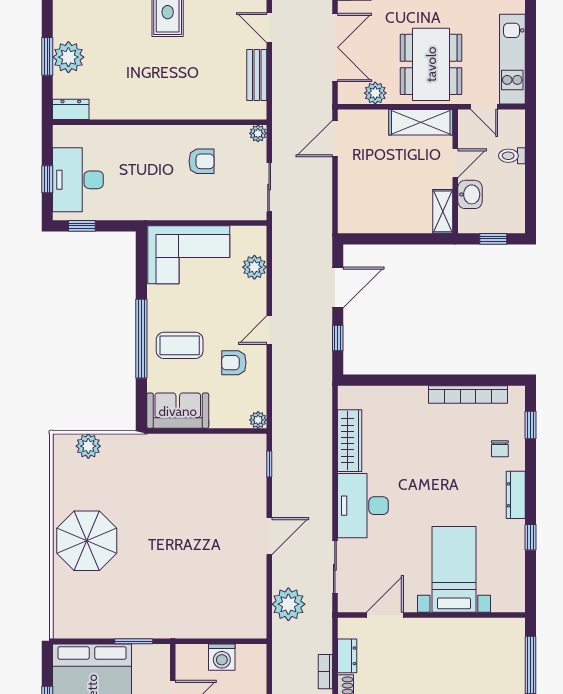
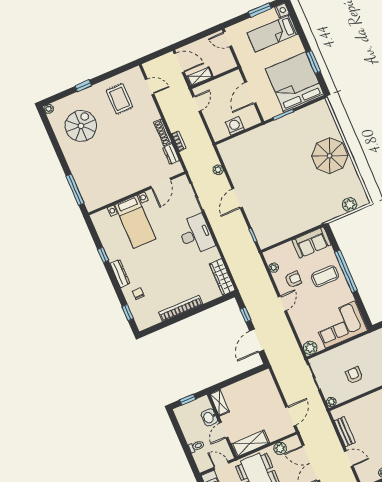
armchair: (202, 161) -> (354, 375), turned 90
plant: (254, 267) -> (310, 348), moved
bookcase: (468, 394) -> (181, 308), moved
plant: (258, 420) -> (274, 268), moved
wardrobe: (350, 441) -> (222, 277), moved
plant: (288, 604) -> (218, 170), width x0.53, depth x0.53

